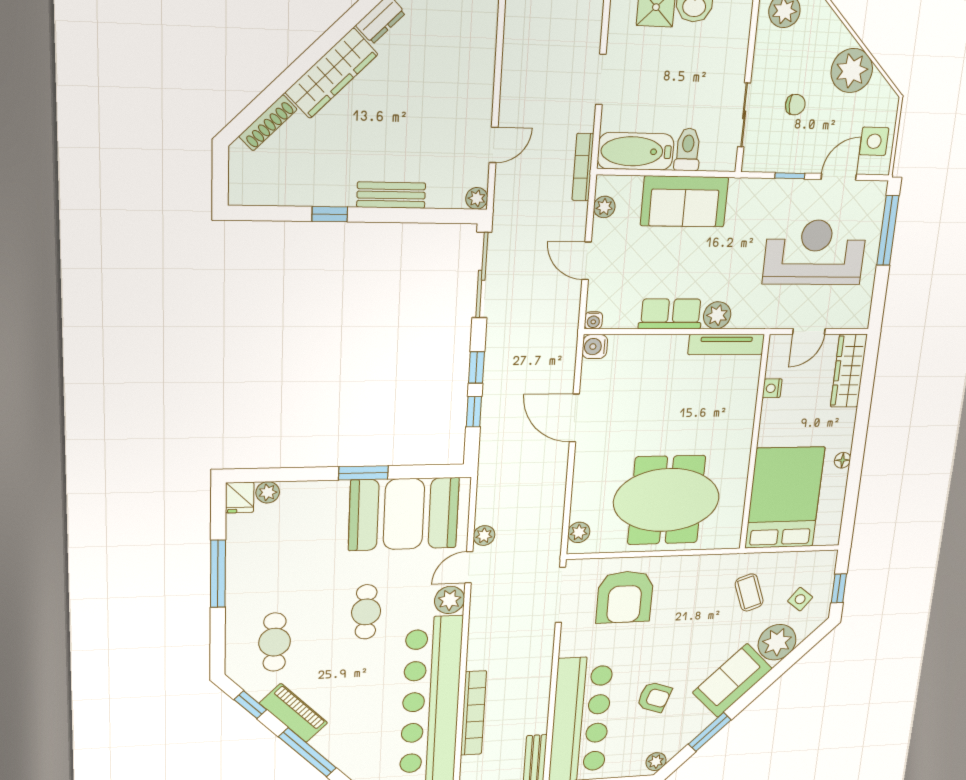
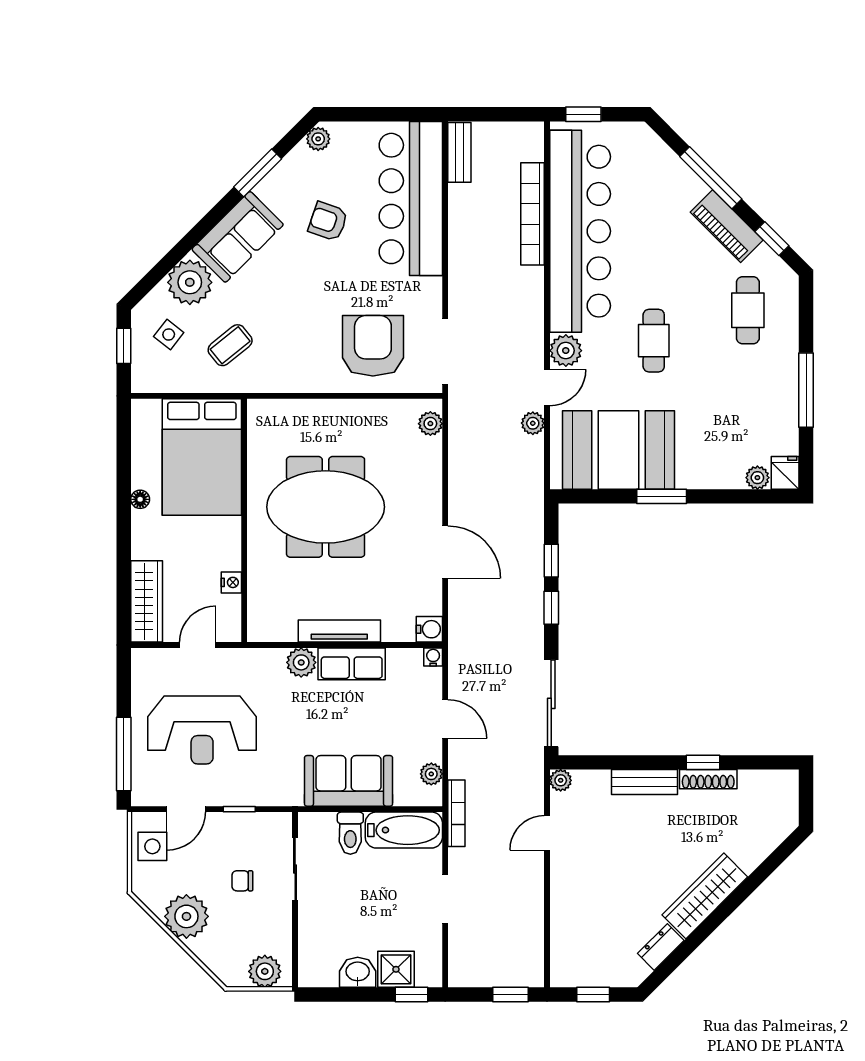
shoe rack: (268, 123) -> (708, 779), moved, turned -135
tv unit: (726, 344) -> (339, 631), moved
meeting table: (666, 500) -> (326, 507), moved
coffee table: (749, 592) -> (230, 345), turned 71

